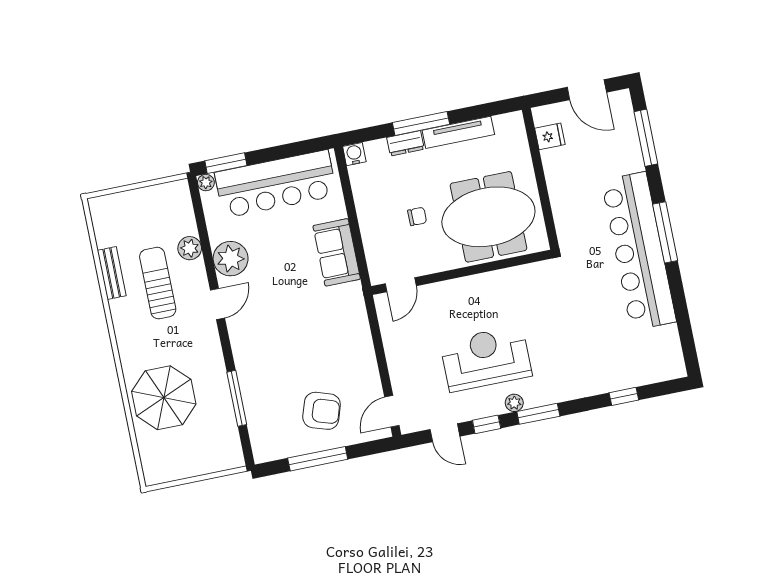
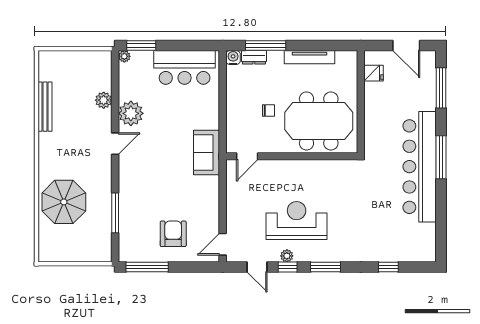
window: (421, 123) -> (266, 45), moved
dresser: (405, 143) -> (254, 57), moved
bar counter: (276, 184) -> (185, 67), width x0.73
sofa: (337, 252) -> (207, 153), moved
bench: (112, 273) -> (45, 107), width x1.36
sun lounger: (158, 283) -> (76, 120), removed
plant: (514, 403) -> (287, 256), moved
armchair: (322, 411) -> (173, 234), turned -108
window: (318, 459) -> (147, 267), moved

